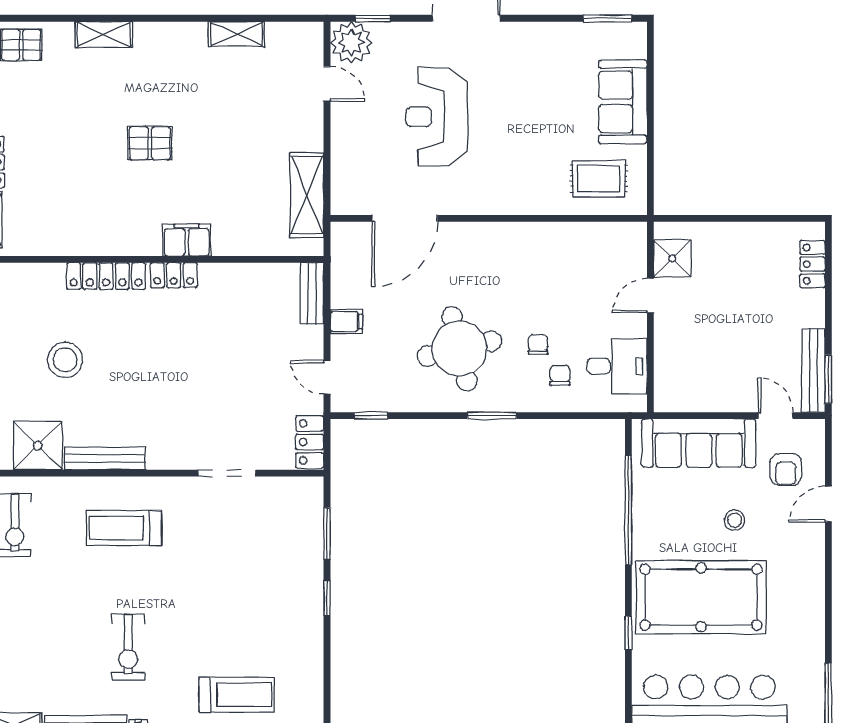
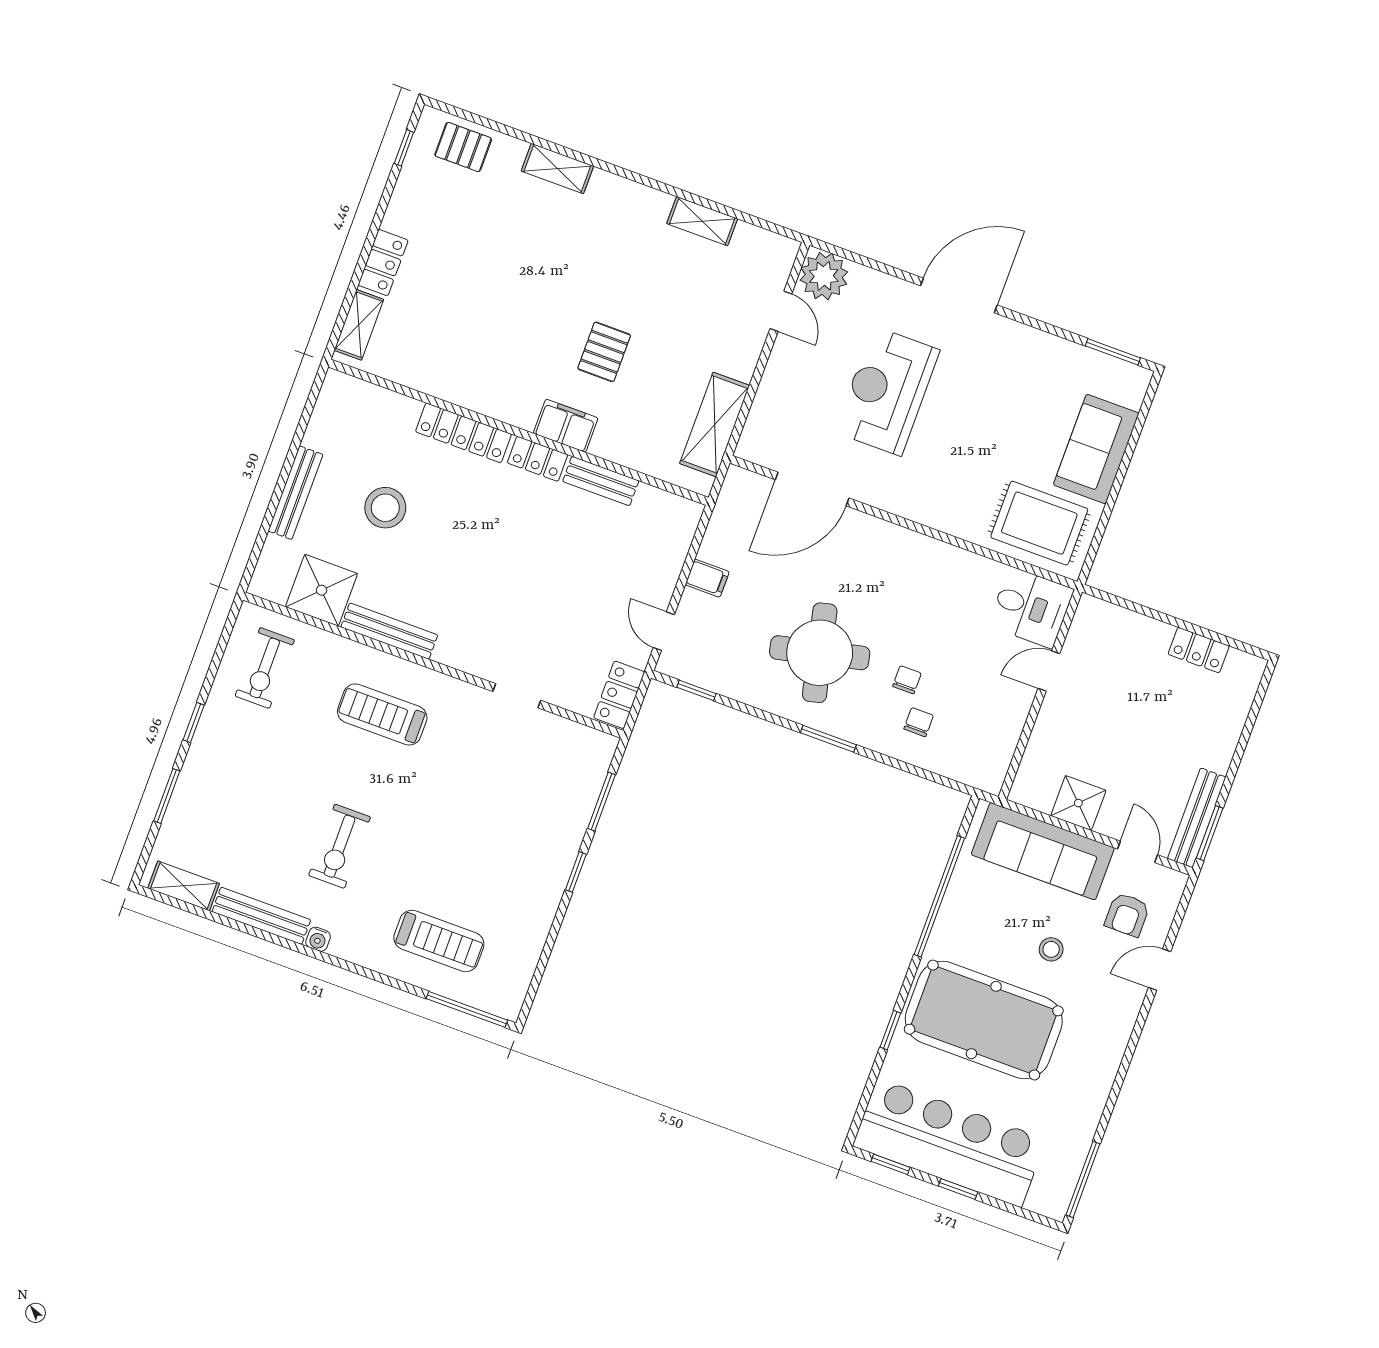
window: (373, 18) -> (857, 258), removed
pallet: (150, 143) -> (604, 352), moved, turned 90
rug: (599, 179) -> (1039, 523), width x1.36, depth x1.43
shower: (672, 258) -> (1078, 803), moved
locker: (812, 264) -> (1199, 650), moved, turned -90
bench: (312, 294) -> (601, 481), moved, turned 90
desk: (617, 366) -> (1031, 607), moved
doorway: (227, 473) -> (517, 696), width x0.73

